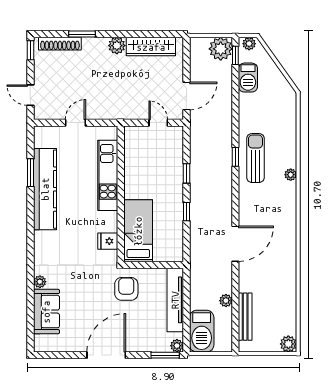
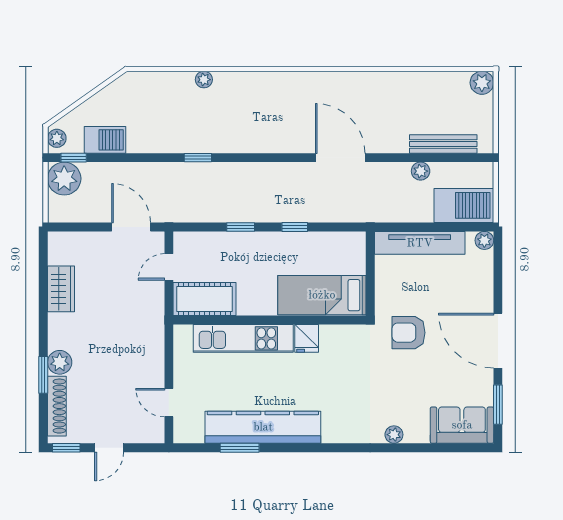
plant: (117, 46) -> (60, 362), moved
wardrobe: (151, 47) -> (61, 289), width x0.67
door: (30, 95) -> (109, 448), moved
door: (75, 123) -> (169, 403), moved
cot: (136, 148) -> (205, 299), added
window: (235, 157) -> (198, 158), moved
sun lounger: (255, 158) -> (219, 129), removed
plant: (291, 175) -> (204, 80), moved
fridge: (108, 241) -> (307, 338), moved
armchair: (126, 289) -> (408, 333), moved
sofa: (46, 312) -> (462, 425), moved
window: (165, 355) -> (498, 405), moved

